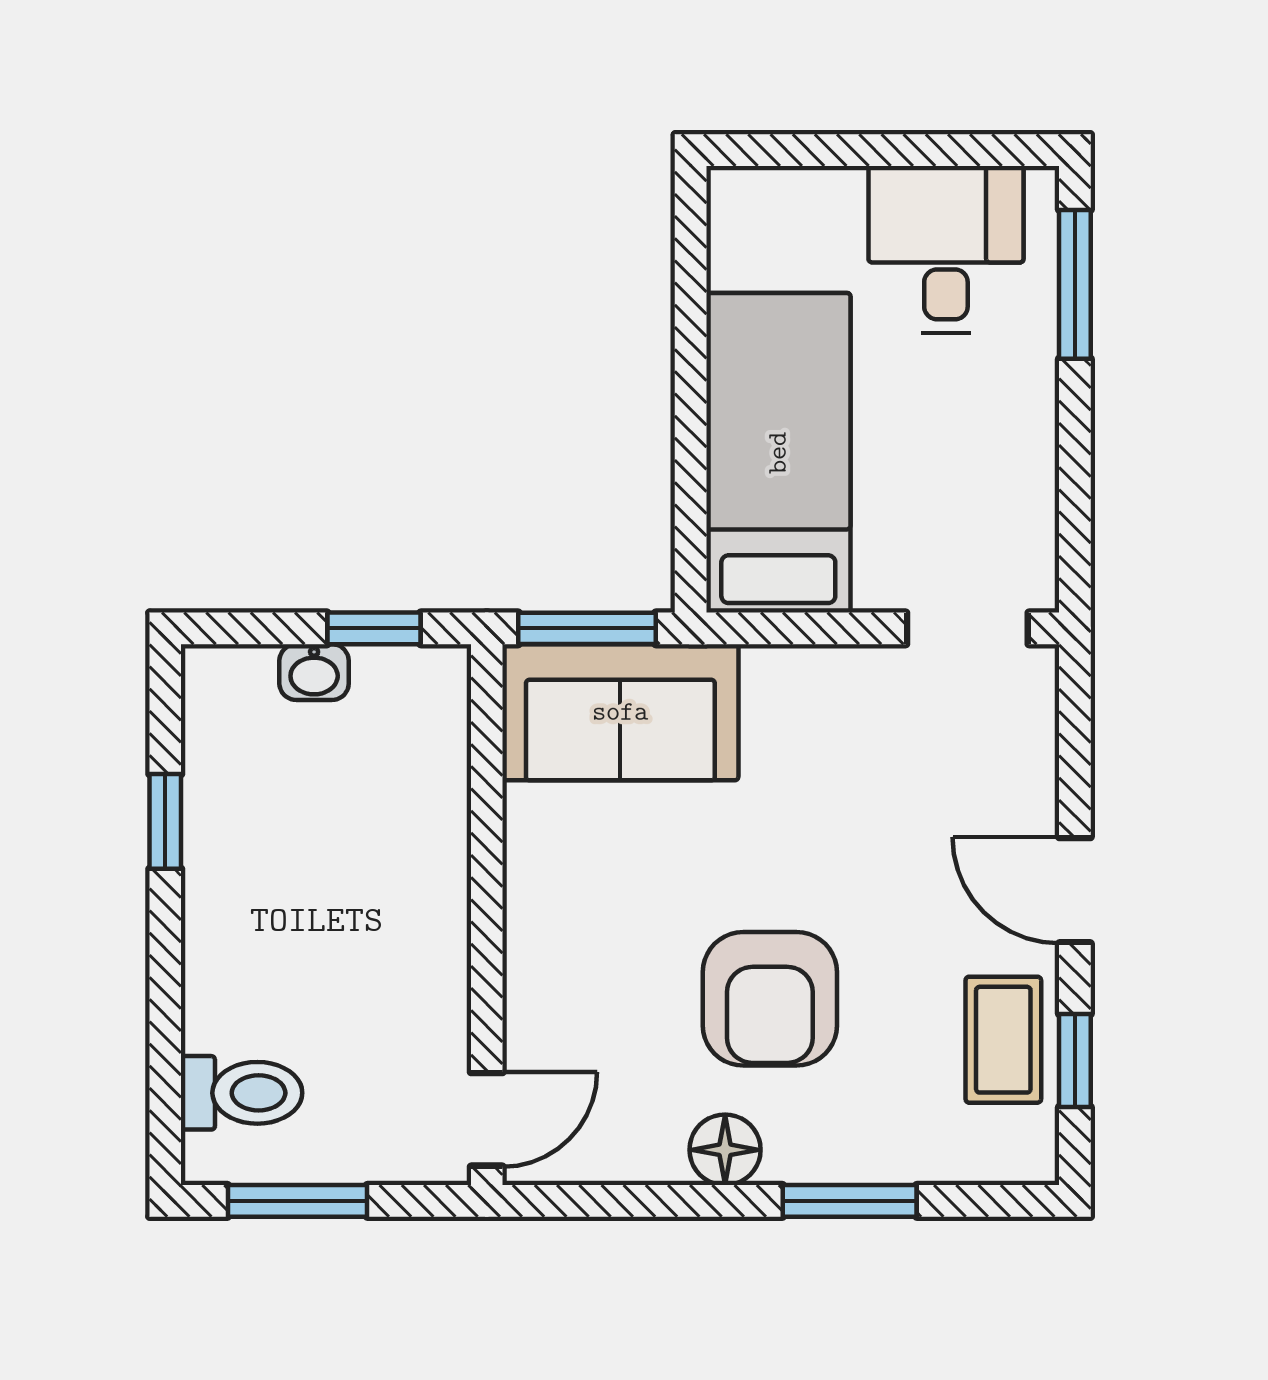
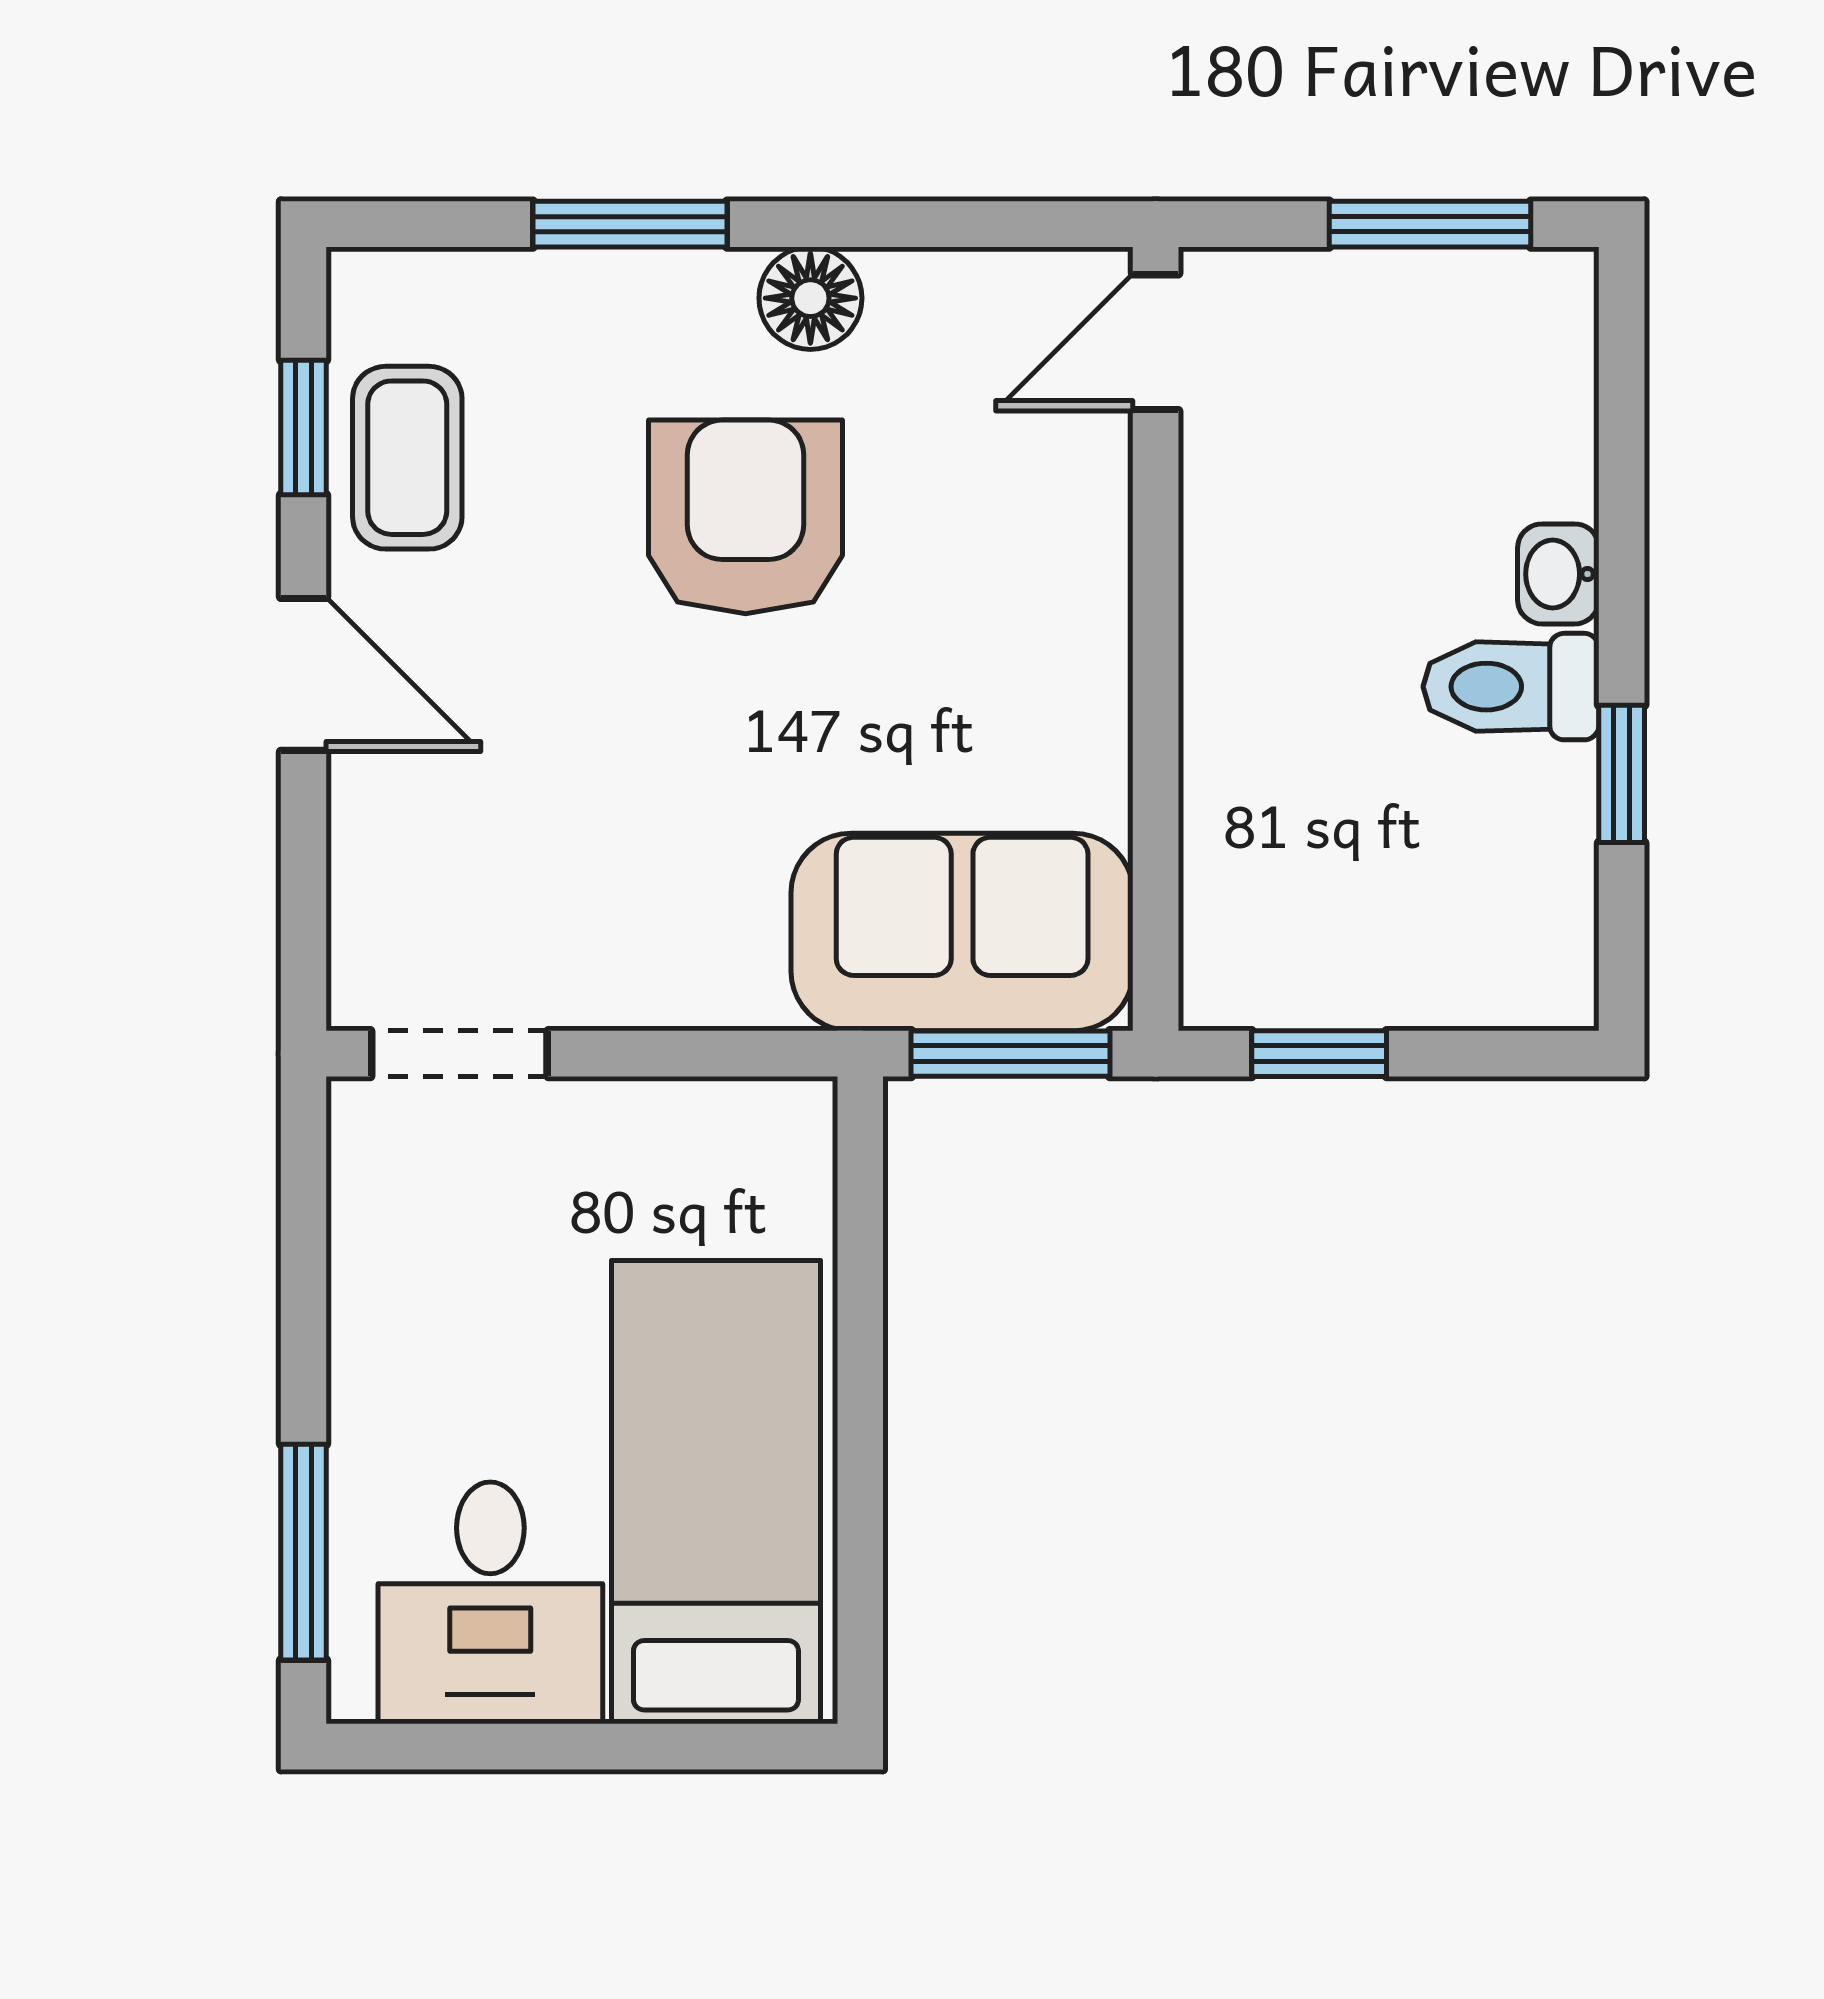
bed: (778, 453) -> (716, 1492), moved, turned 180
washbasin: (314, 672) -> (1558, 574), moved, turned -90
toilet: (242, 1093) -> (1511, 687), moved

